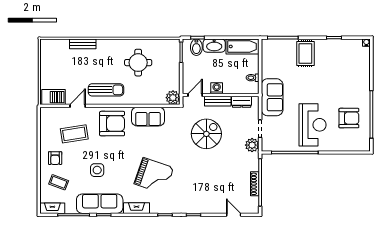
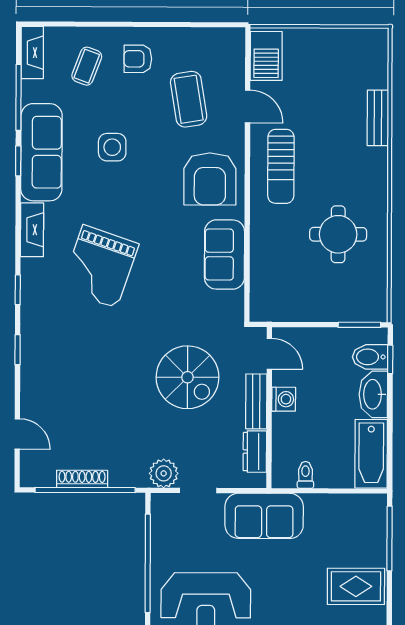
plant: (173, 98) -> (264, 307), removed
door: (234, 215) -> (17, 434), hinge flipped

